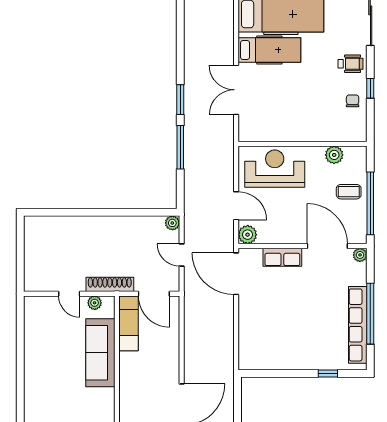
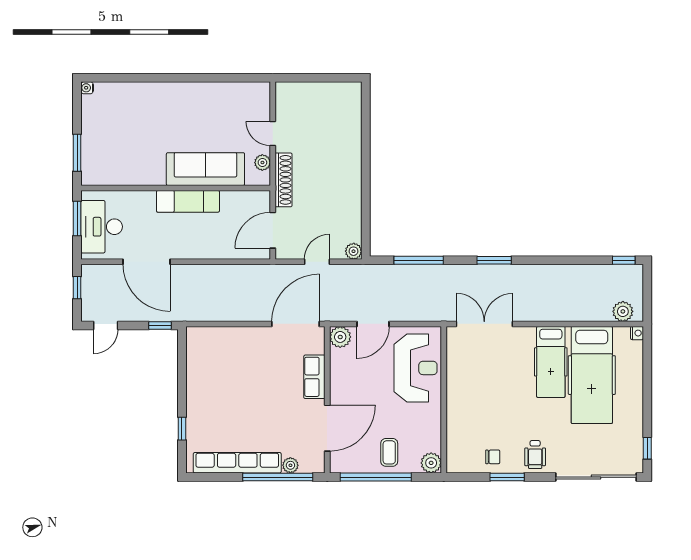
window: (370, 88) -> (507, 477), width x1.50
double door: (236, 90) -> (484, 324), moved
window: (180, 147) -> (419, 260), moved
plant: (334, 155) -> (431, 463), moved
plant: (360, 255) -> (290, 465), moved
door: (69, 294) -> (273, 133), hinge flipped
window: (370, 314) -> (278, 477), moved
exam couch: (129, 323) -> (188, 201), moved
window: (237, 393) -> (160, 326), added

